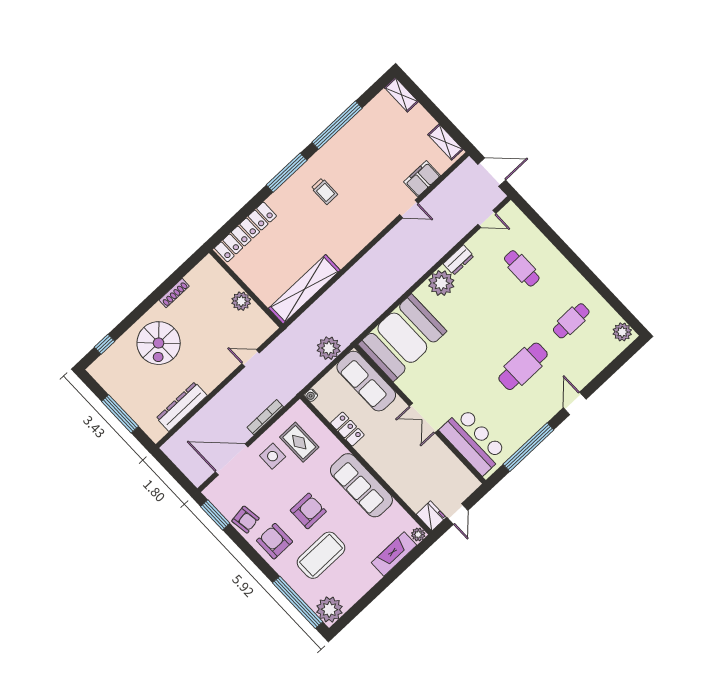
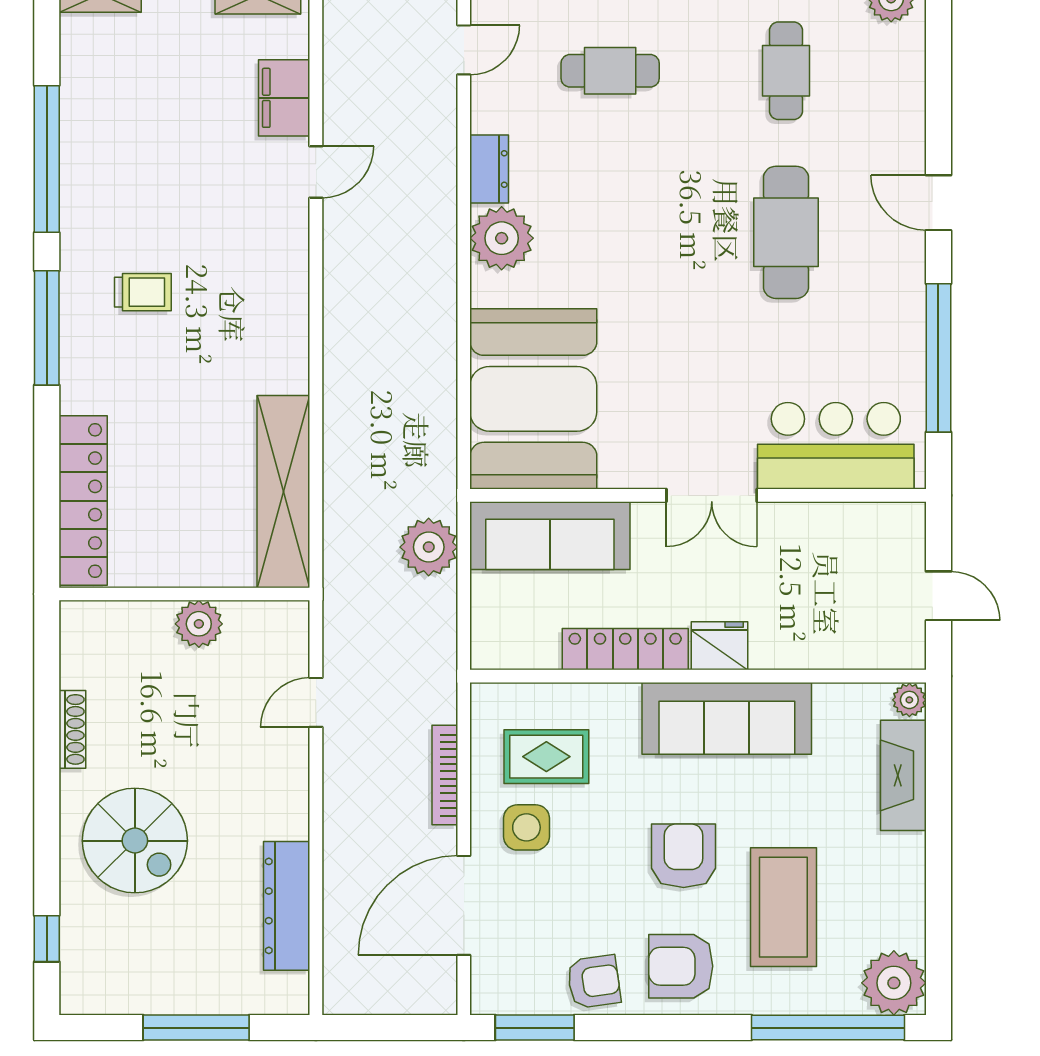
water cooler: (311, 395) -> (483, 657), removed
locker: (347, 429) -> (625, 649), width x1.53
fridge: (431, 516) -> (720, 646), moved

